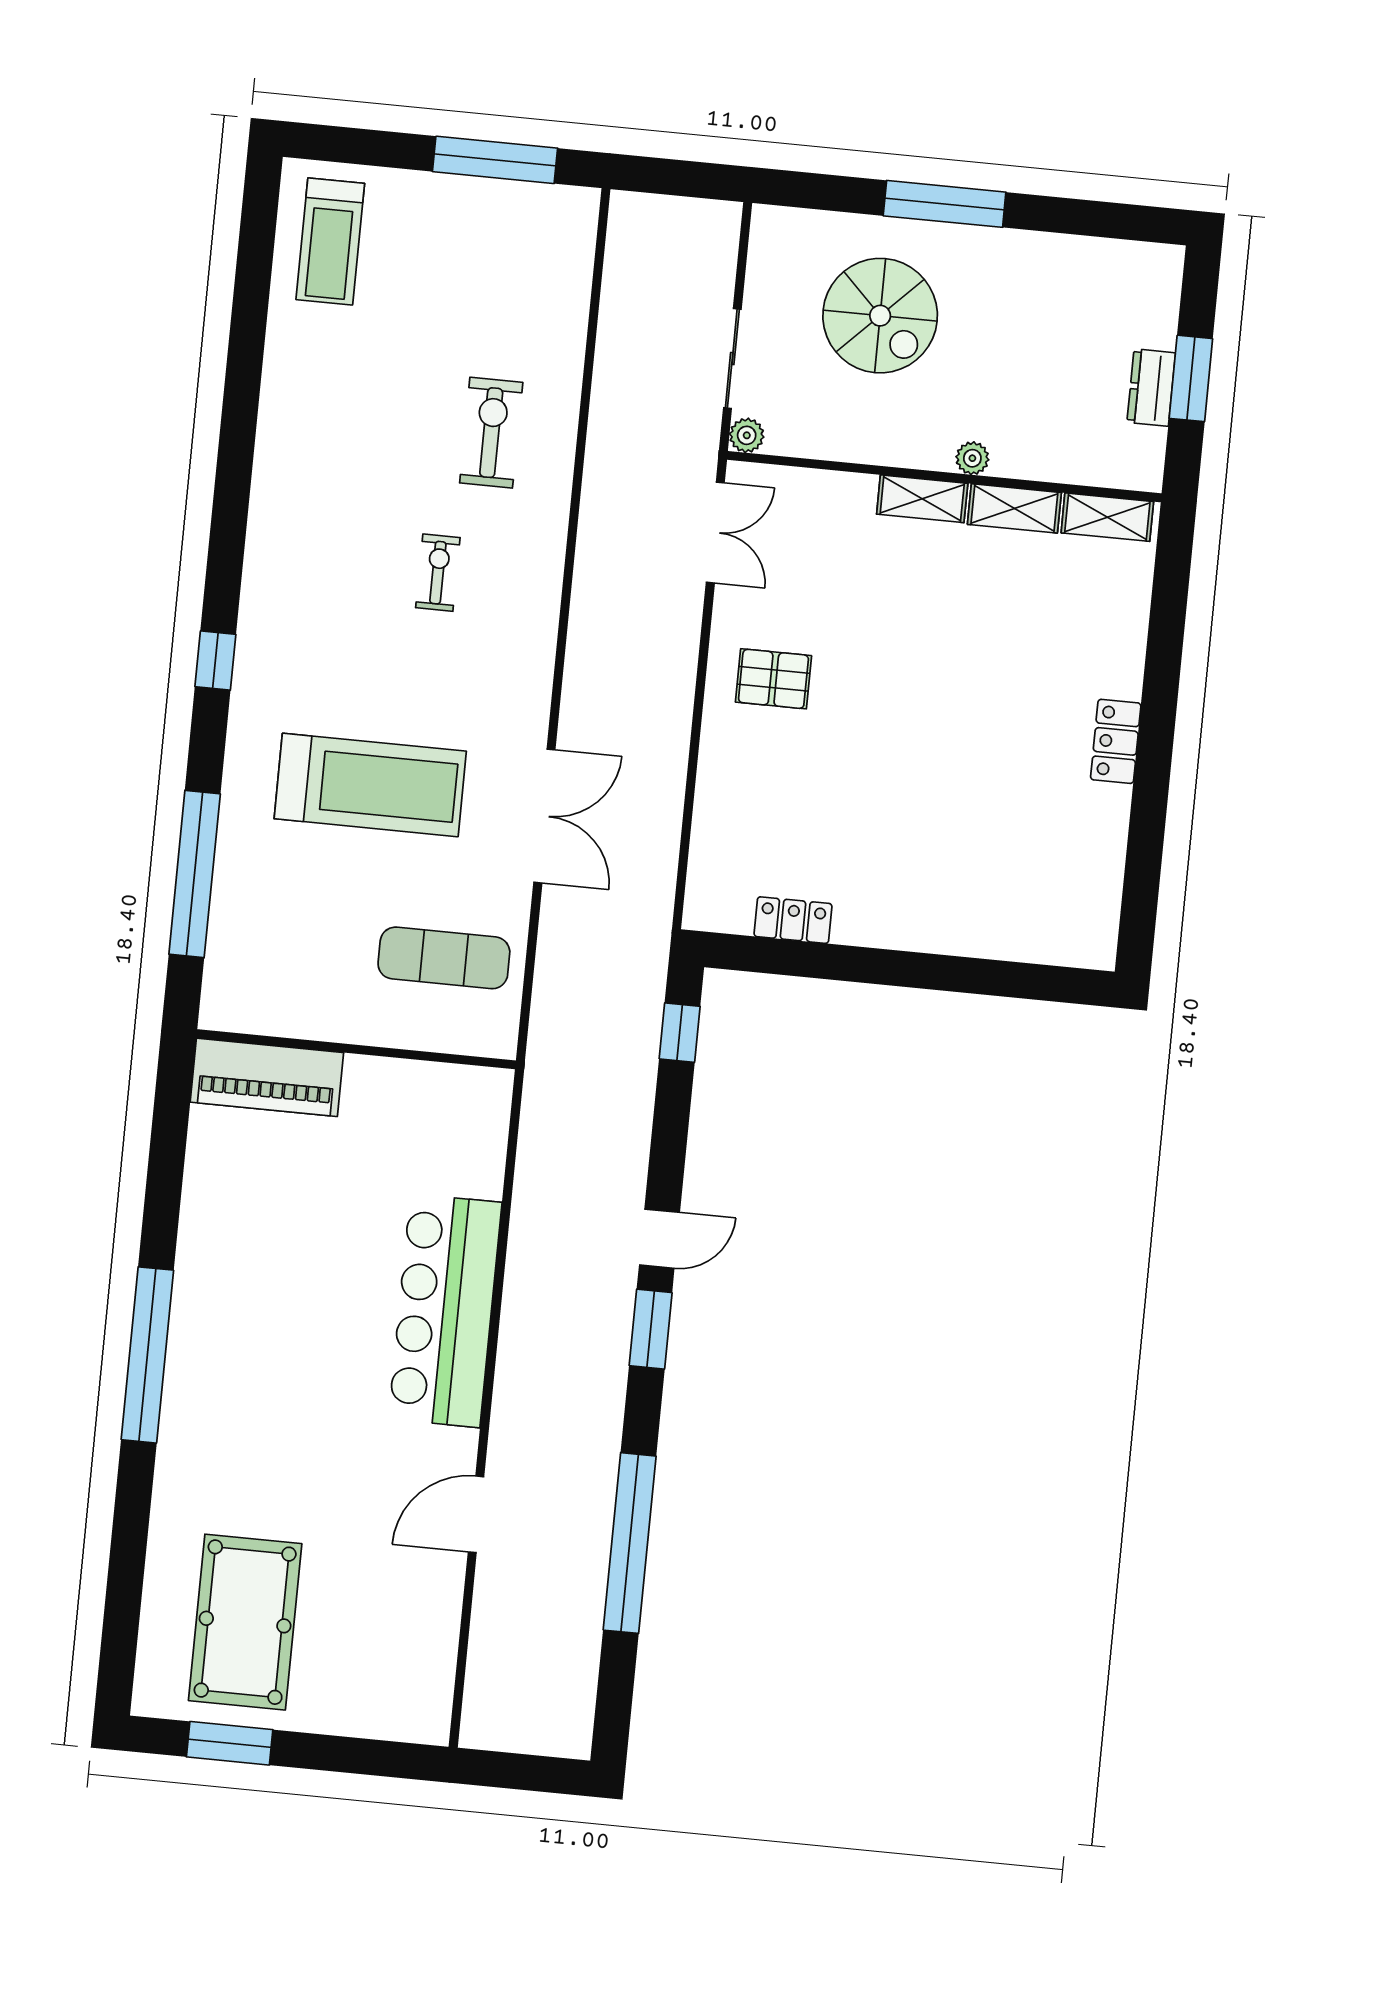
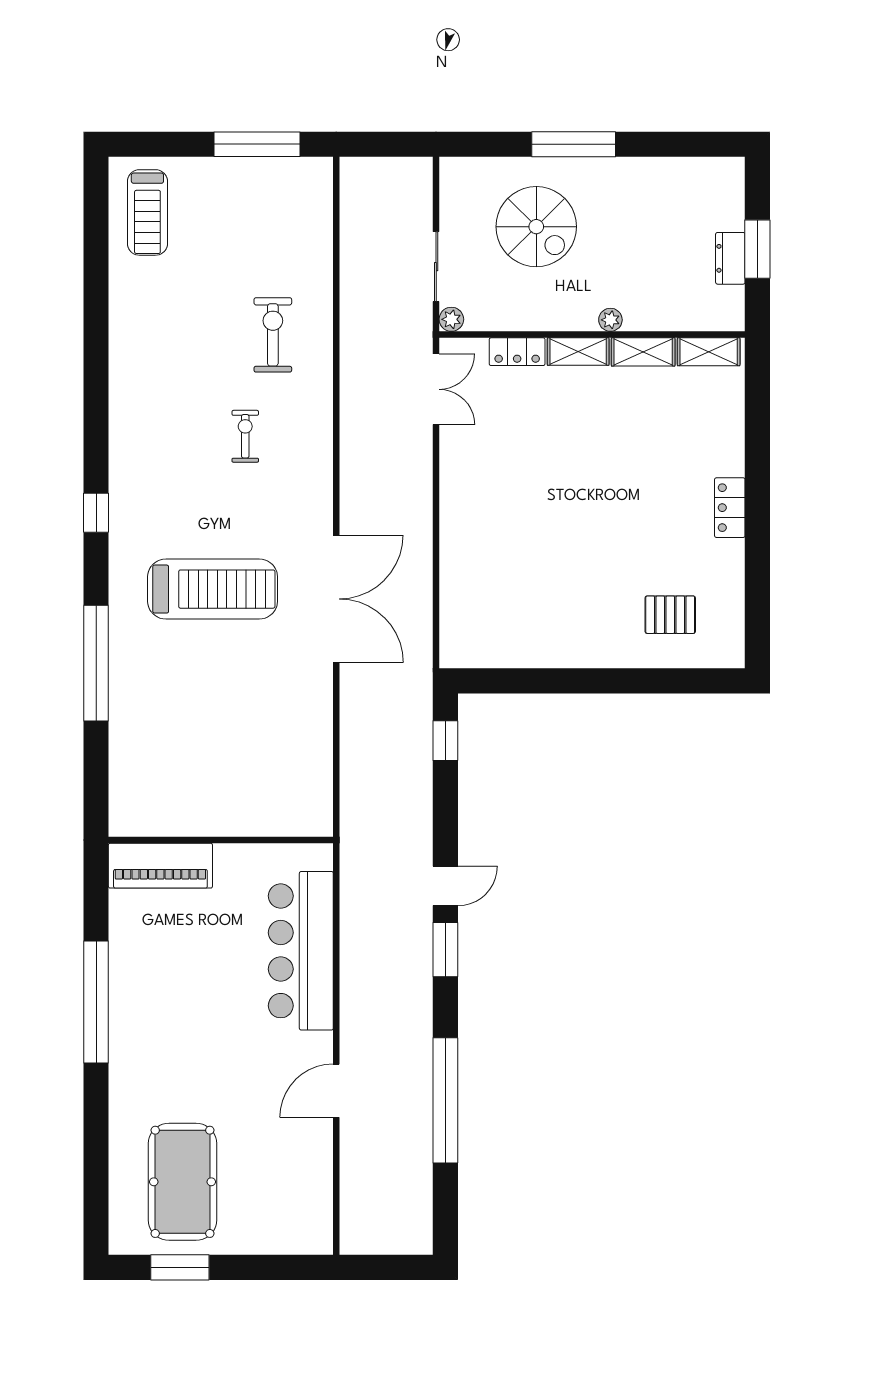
pallet: (773, 679) -> (670, 615), moved
double door: (544, 816) -> (336, 599), width x1.36
locker: (793, 920) -> (517, 352), moved, turned 180
exercise mat: (444, 958) -> (276, 705), removed
wall: (356, 1049) -> (221, 840), moved
piano: (267, 1077) -> (160, 866), moved

